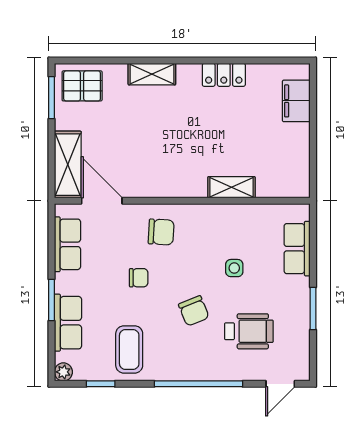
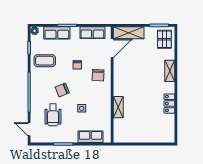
filing cabinet: (296, 101) -> (157, 136), removed

